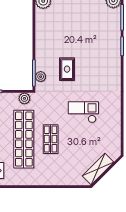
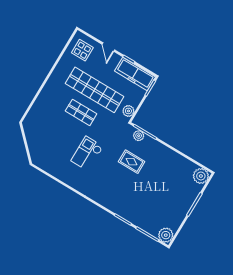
checkout: (83, 112) -> (87, 154), turned 180
shelving: (98, 169) -> (32, 137), removed

